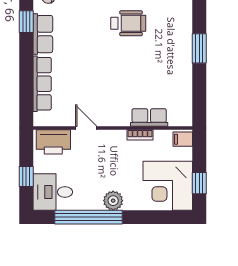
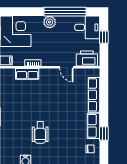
wheelchair: (128, 23) -> (40, 133), turned -90

